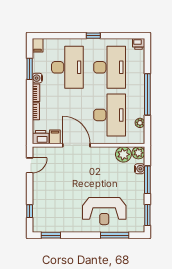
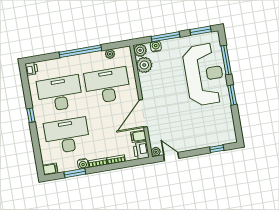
plant: (37, 151) -> (156, 152), added
reception desk: (104, 211) -> (204, 74), width x1.36, depth x1.30
window: (51, 235) -> (232, 95), moved

